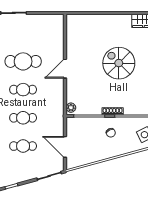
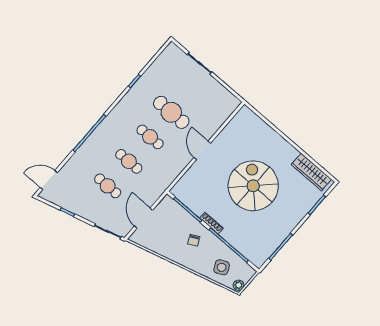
spiral stairs: (119, 63) -> (253, 186), width x1.37, depth x1.37
door: (65, 69) -> (202, 150), hinge flipped
plant: (71, 108) -> (178, 188), removed

